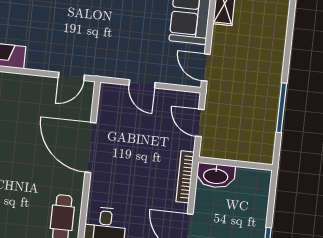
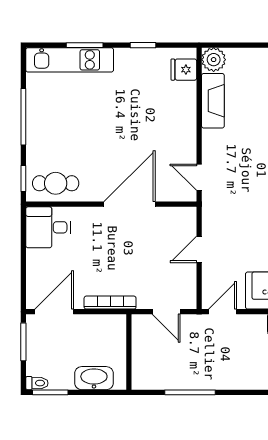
door: (200, 123) -> (166, 312), swing flipped
washbasin: (216, 176) -> (94, 378), moved, turned 90

